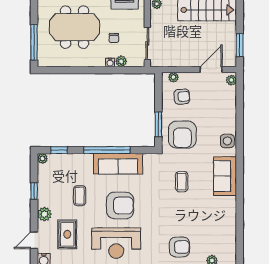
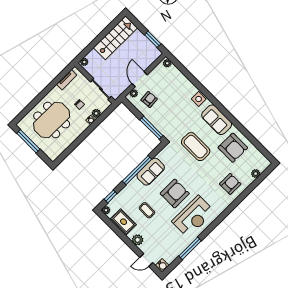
window: (34, 42) -> (28, 141), moved
door: (211, 70) -> (140, 79), moved
window: (158, 124) -> (151, 128), width x1.44
armchair: (182, 135) -> (233, 148), moved
sofa: (118, 164) -> (151, 172), width x0.73
coffee table: (182, 182) -> (196, 147), width x1.86, depth x1.72
window: (34, 191) -> (119, 233), removed
rug: (67, 234) -> (124, 222), moved
door: (34, 240) -> (146, 260), hinge flipped

